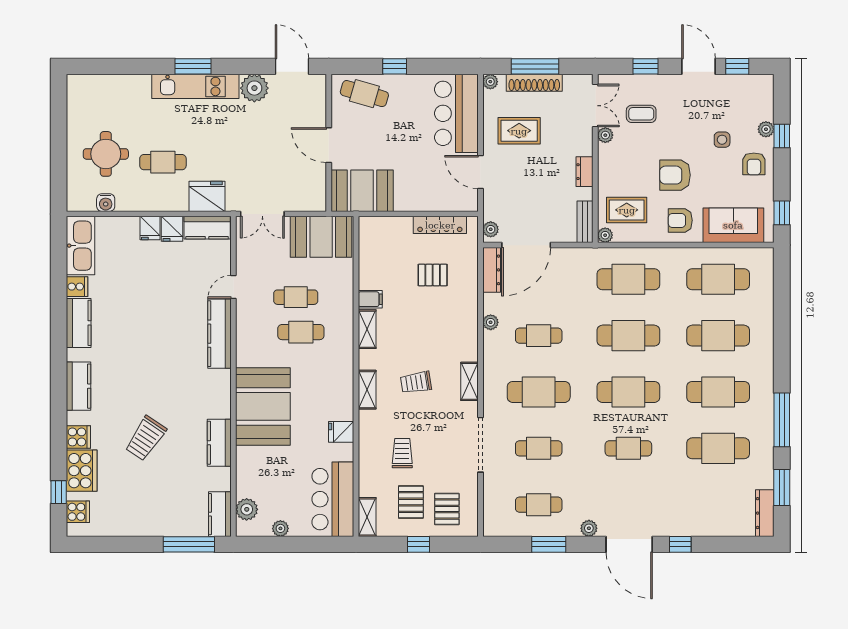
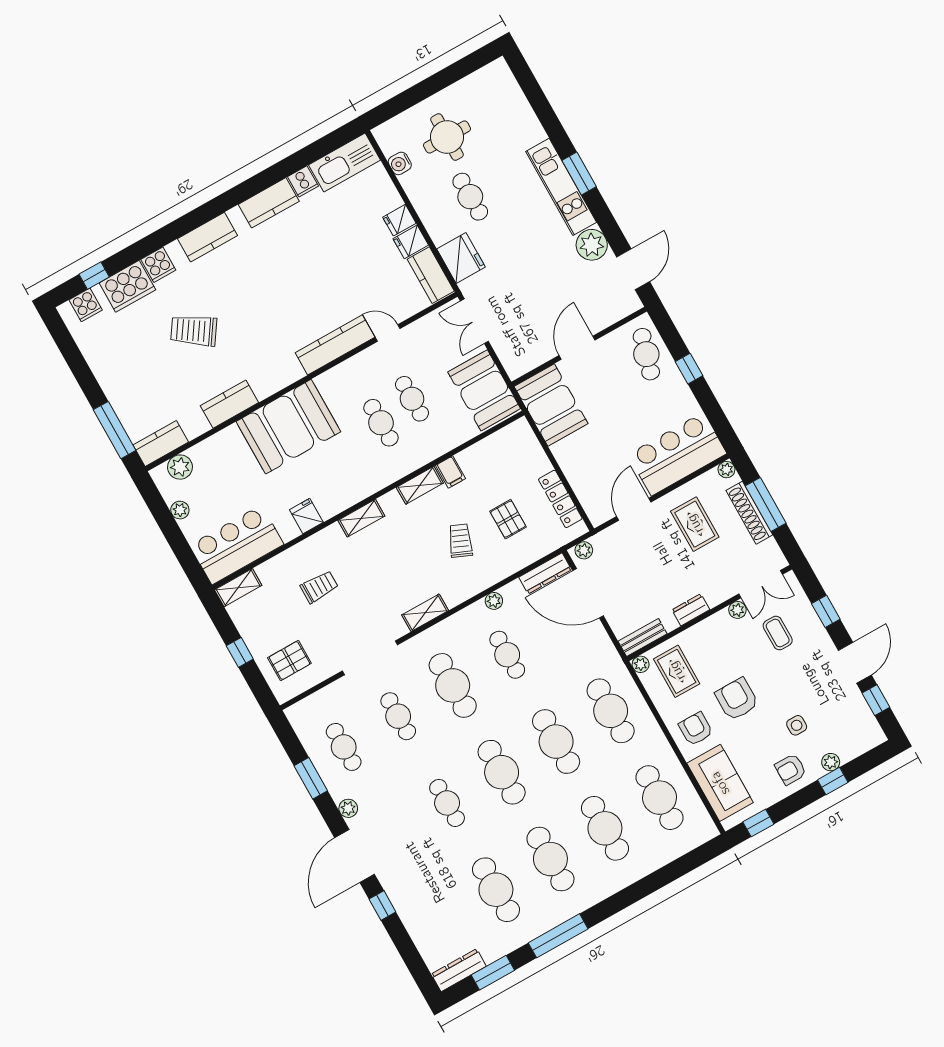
trolley: (416, 382) -> (460, 541), moved, turned 32
pallet: (411, 502) -> (277, 622), removed

